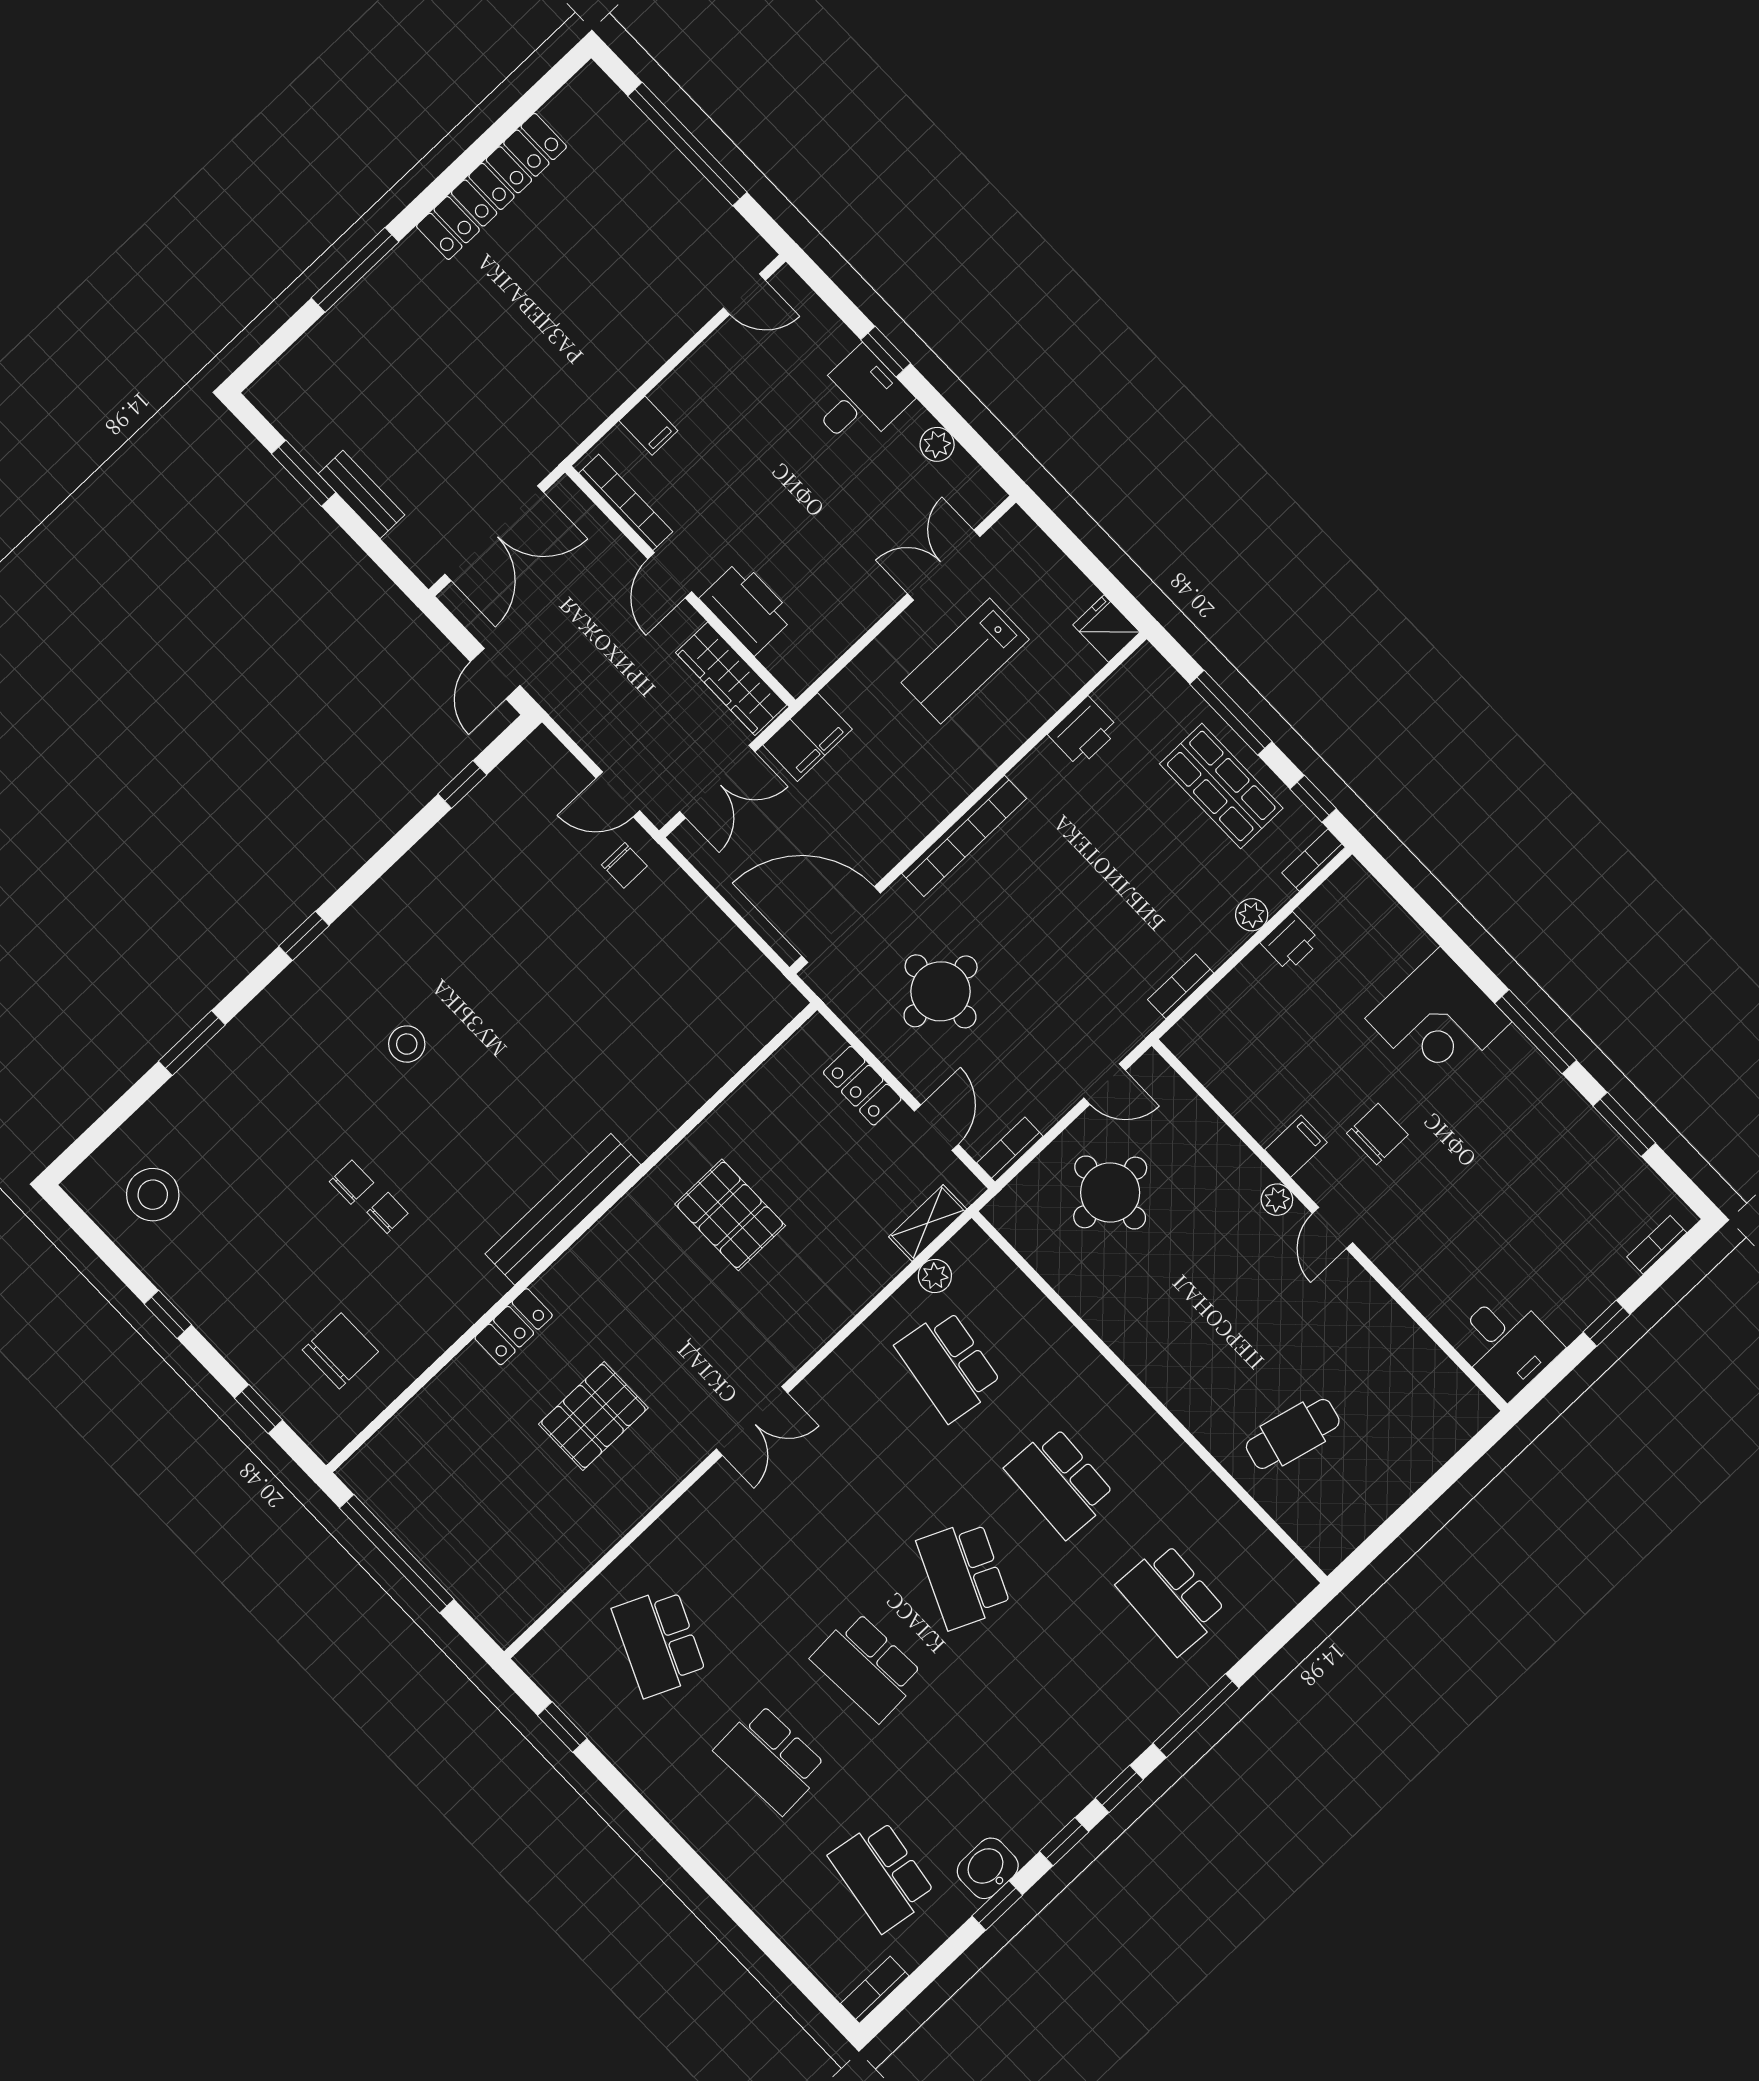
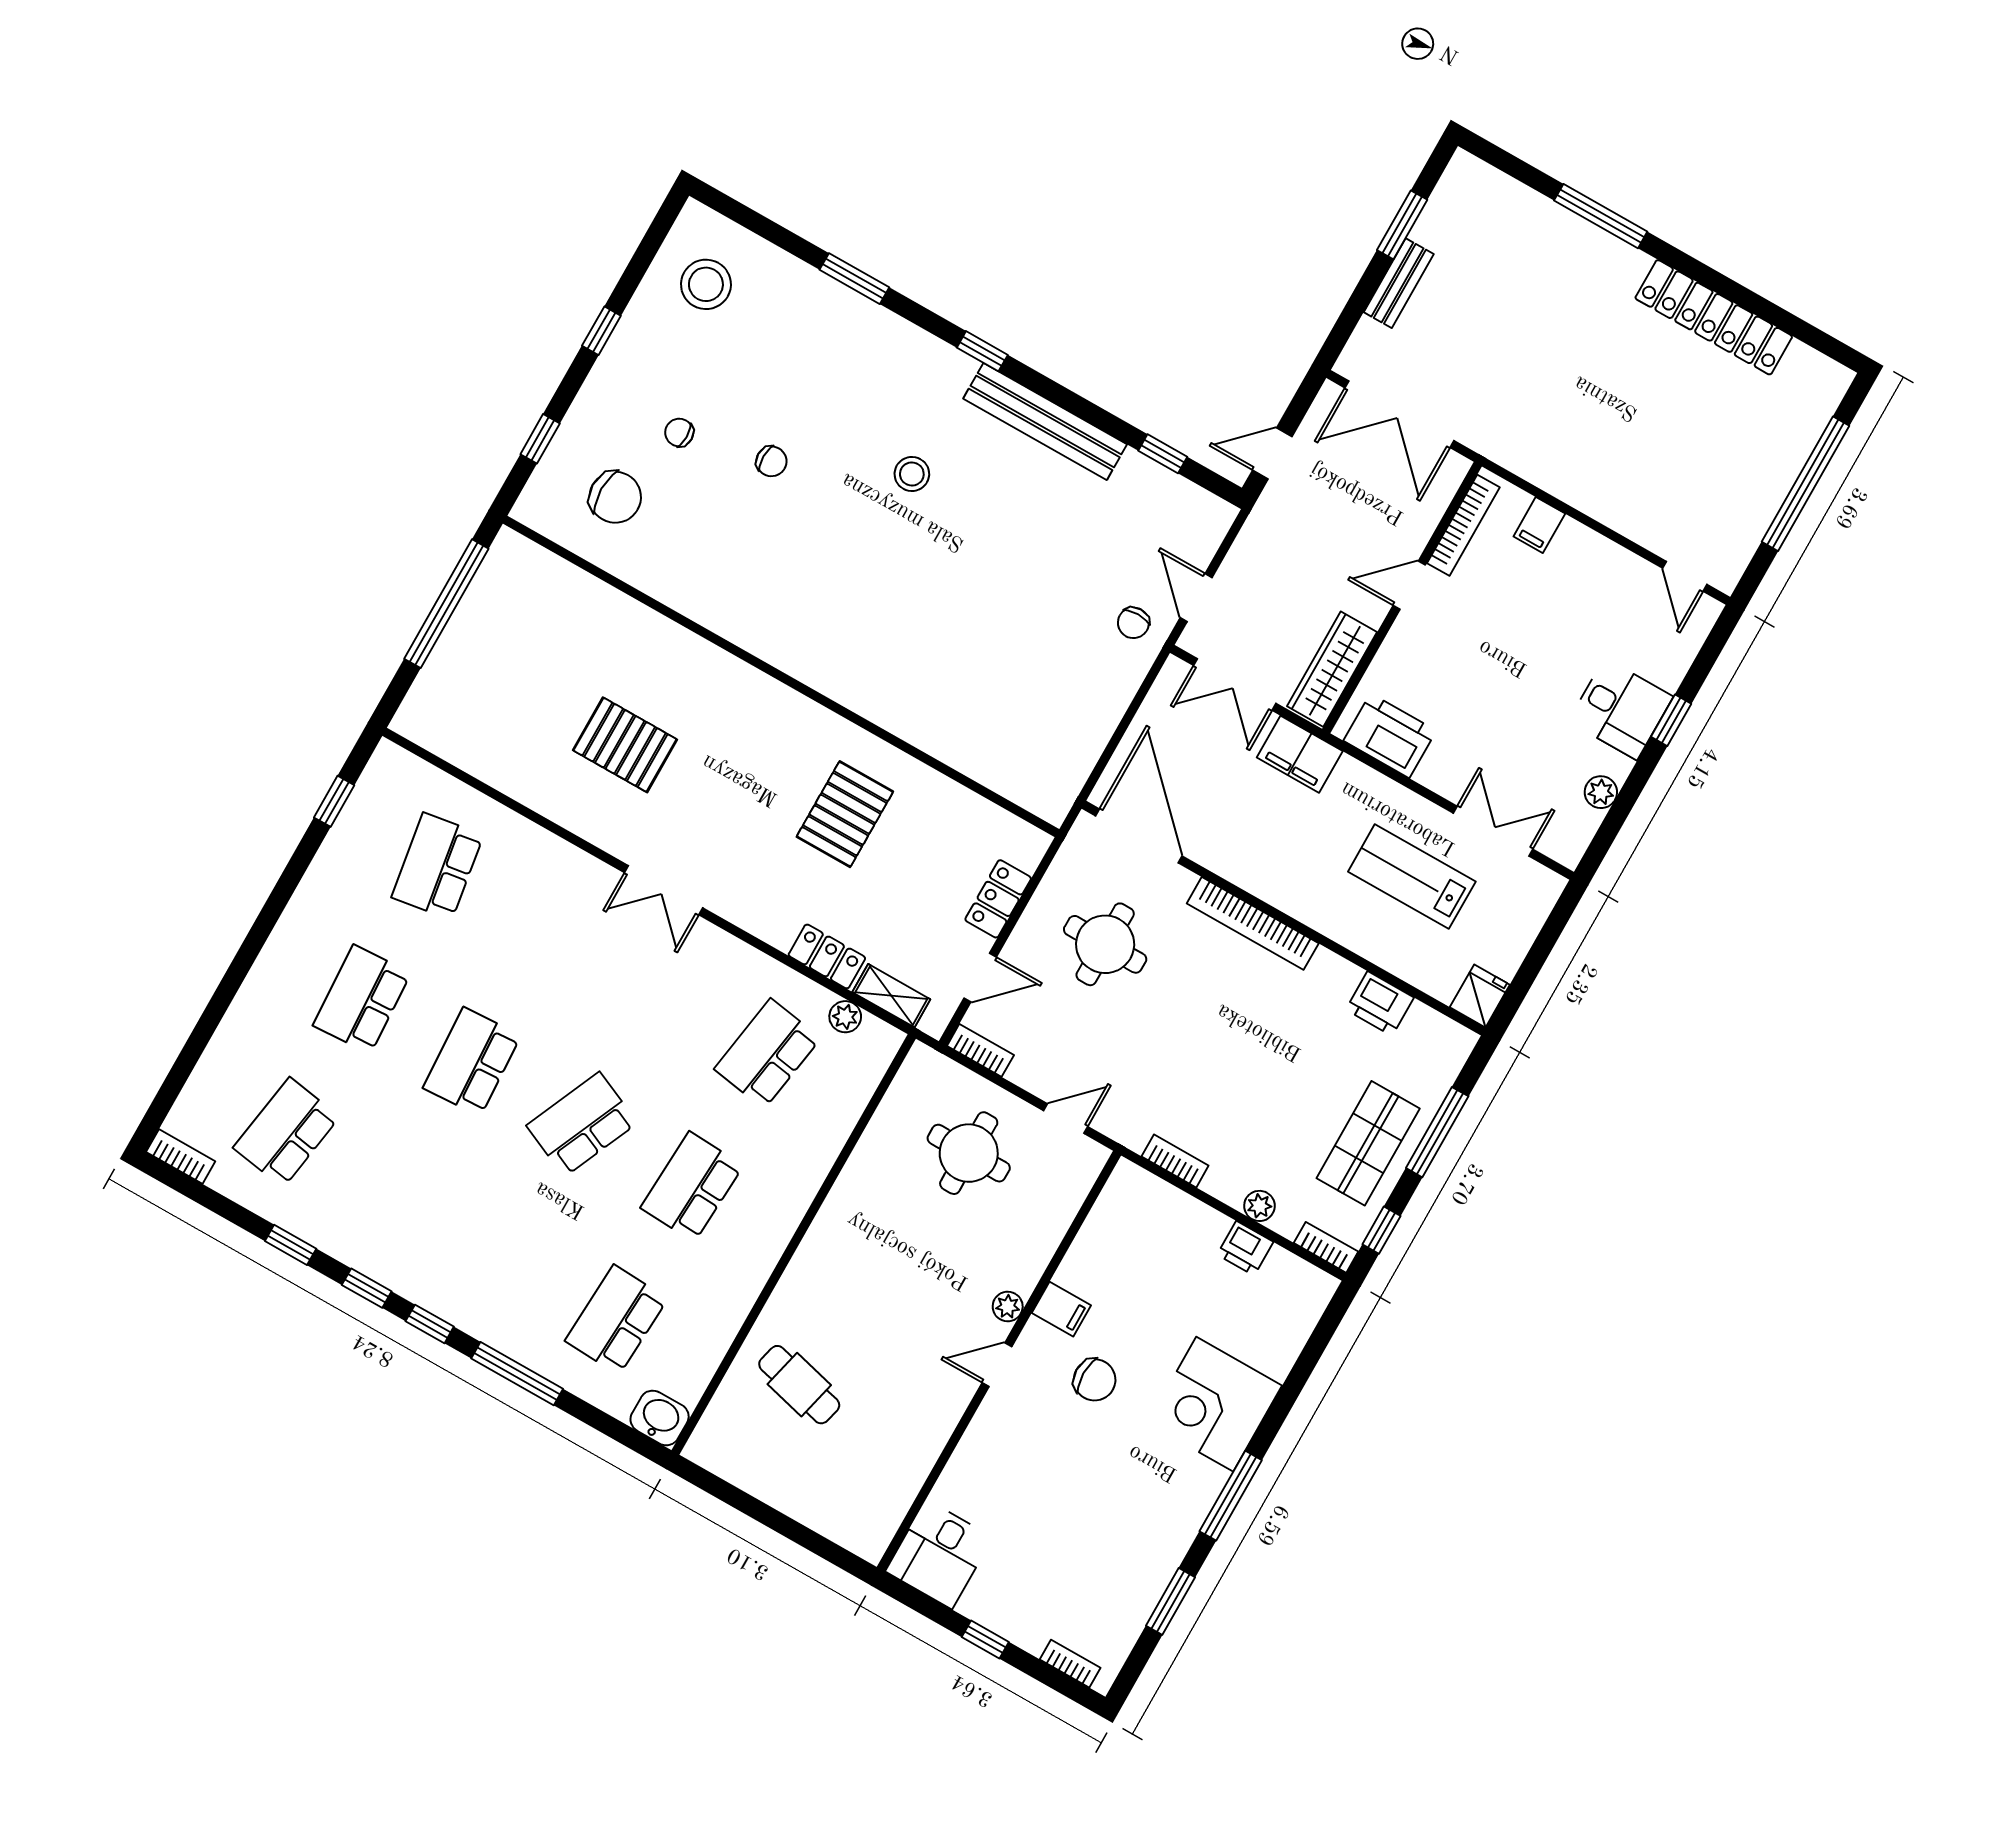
printer: (747, 607) -> (1390, 736), moved, turned -90
door: (1105, 1084) -> (1066, 1119), swing flipped
bench: (563, 1209) -> (1045, 422), moved
chair: (388, 1213) -> (679, 433), moved, turned 180
locker: (514, 1327) -> (827, 956), moved, turned 180
school desk: (659, 1642) -> (437, 866), turned -33
washbasin: (988, 1868) -> (660, 1418), moved

